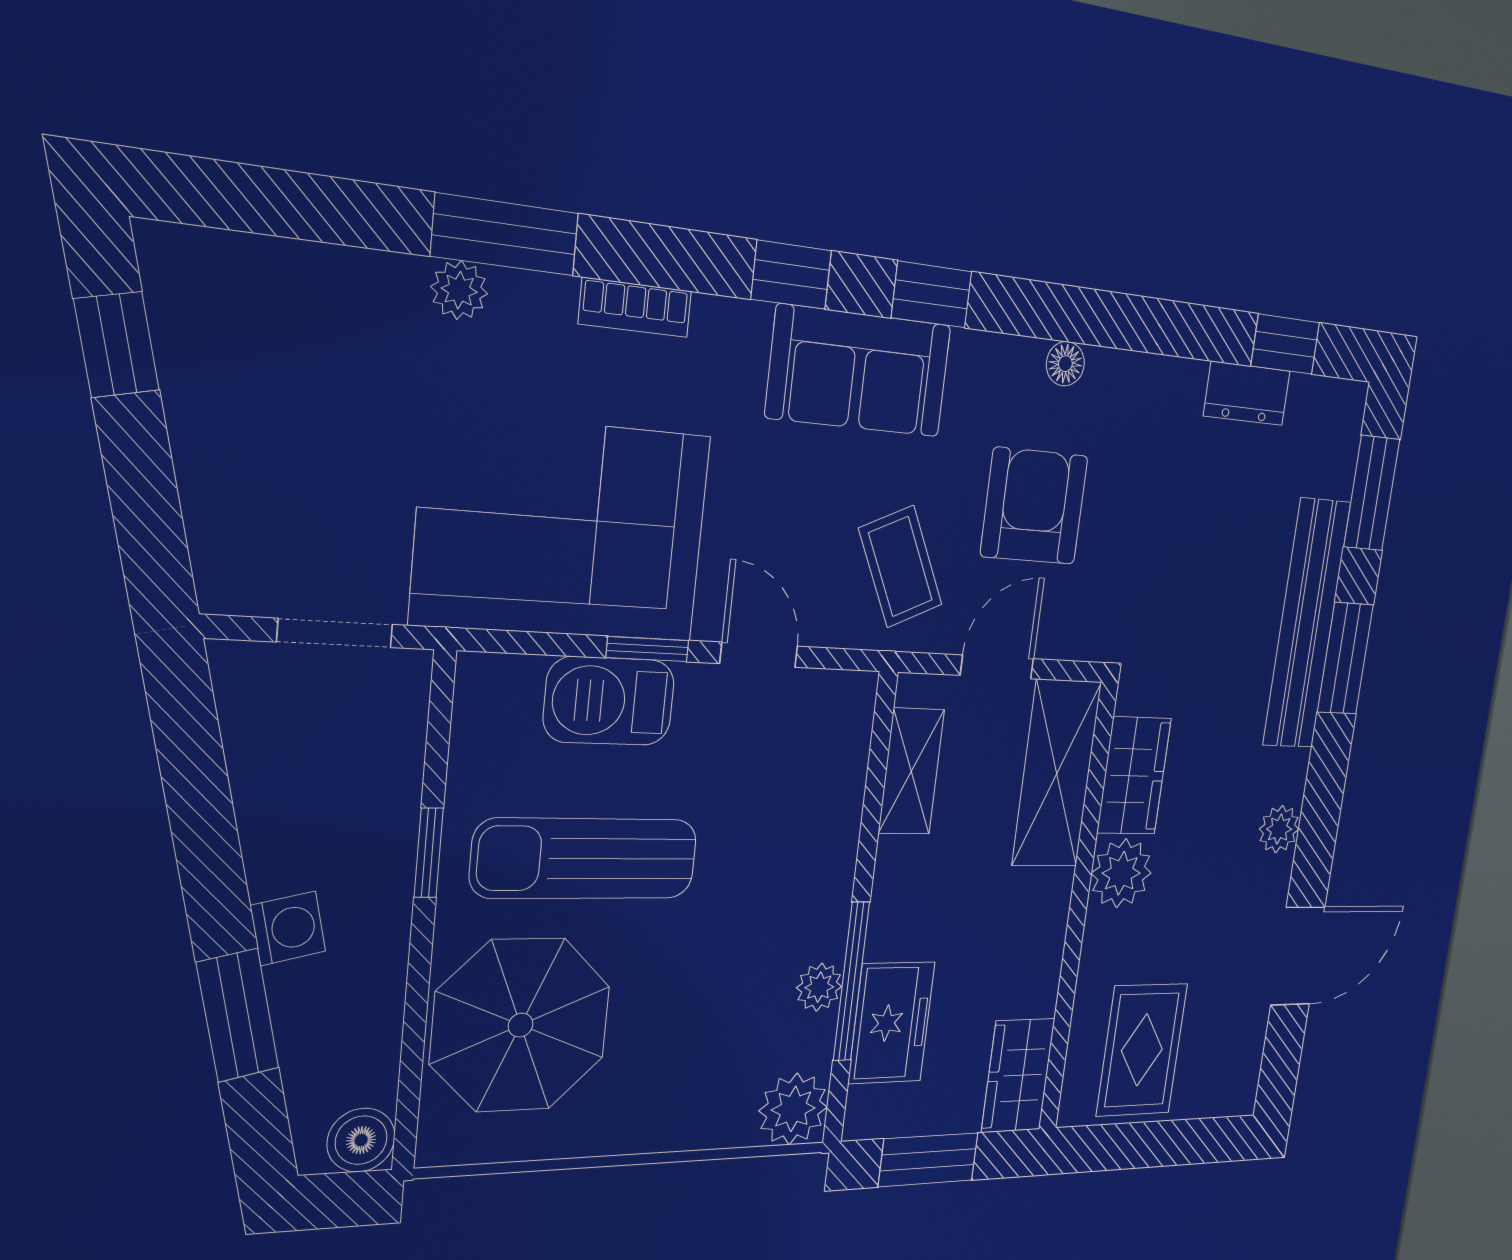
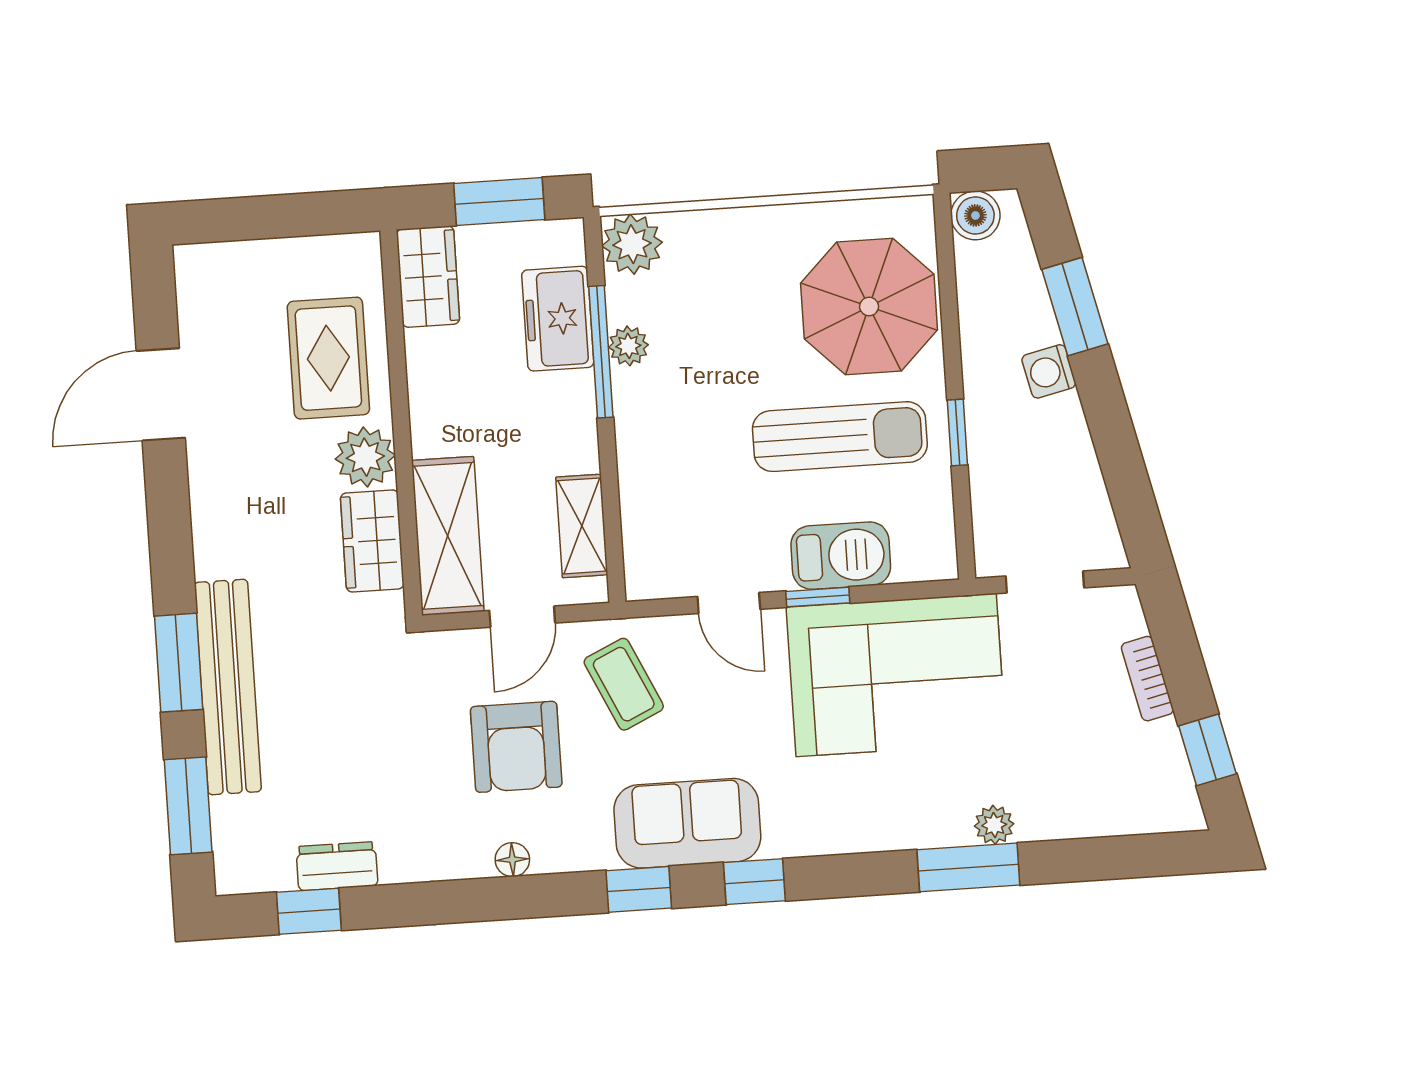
bookcase: (635, 307) -> (1147, 679), moved, turned -103
plant: (1279, 829) -> (211, 507), removed
rug: (1142, 1050) -> (328, 358), moved

